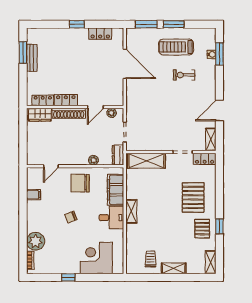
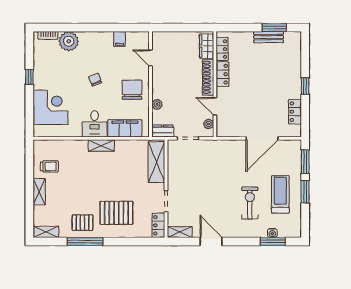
exercise bike: (184, 75) -> (250, 203), width x1.38, depth x1.39
window: (219, 226) -> (85, 241), width x2.17

